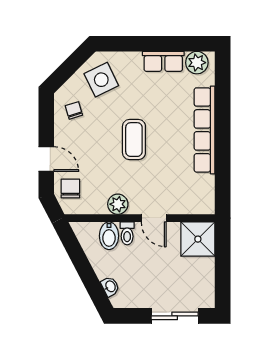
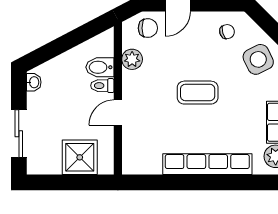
plant: (118, 204) -> (132, 59), moved
shower: (198, 239) -> (80, 157), moved
washbasin: (110, 286) -> (34, 82), moved, turned -62

